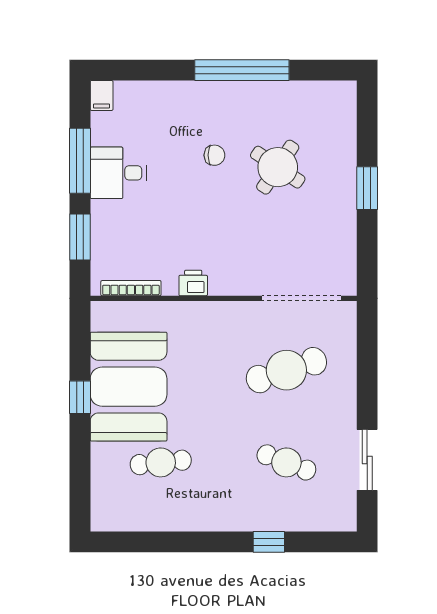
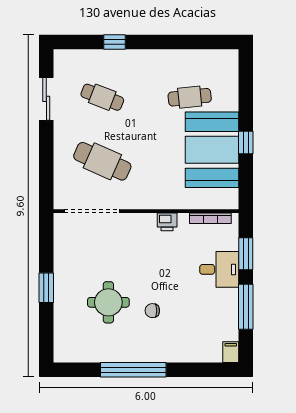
round table: (278, 167) -> (108, 302), turned -34
desk: (118, 173) -> (219, 269), moved
cafe table: (286, 370) -> (102, 161), turned 42

